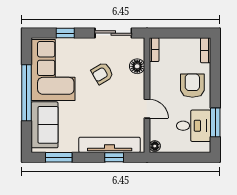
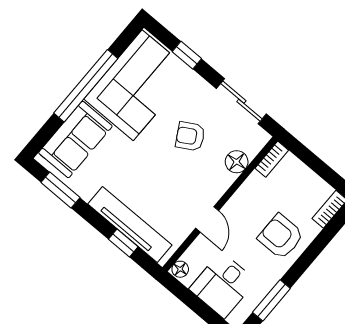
armchair: (192, 86) -> (281, 237), turned -90
desk: (194, 126) -> (223, 285), moved, turned 90

